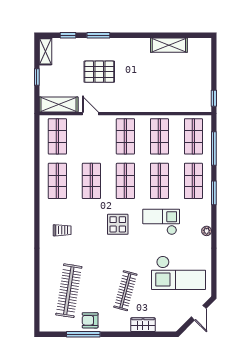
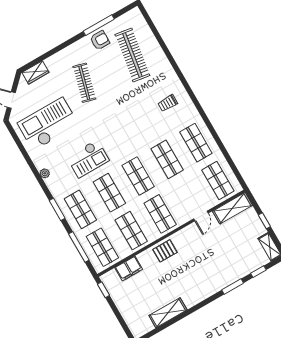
pallet: (99, 72) -> (165, 251), moved, width x0.67, depth x0.71
filing cabinet: (181, 104) -> (129, 268), added
door: (90, 114) -> (201, 216), hinge flipped
display table: (118, 224) -> (123, 135), removed
wardrobe: (143, 325) -> (36, 72), moved

